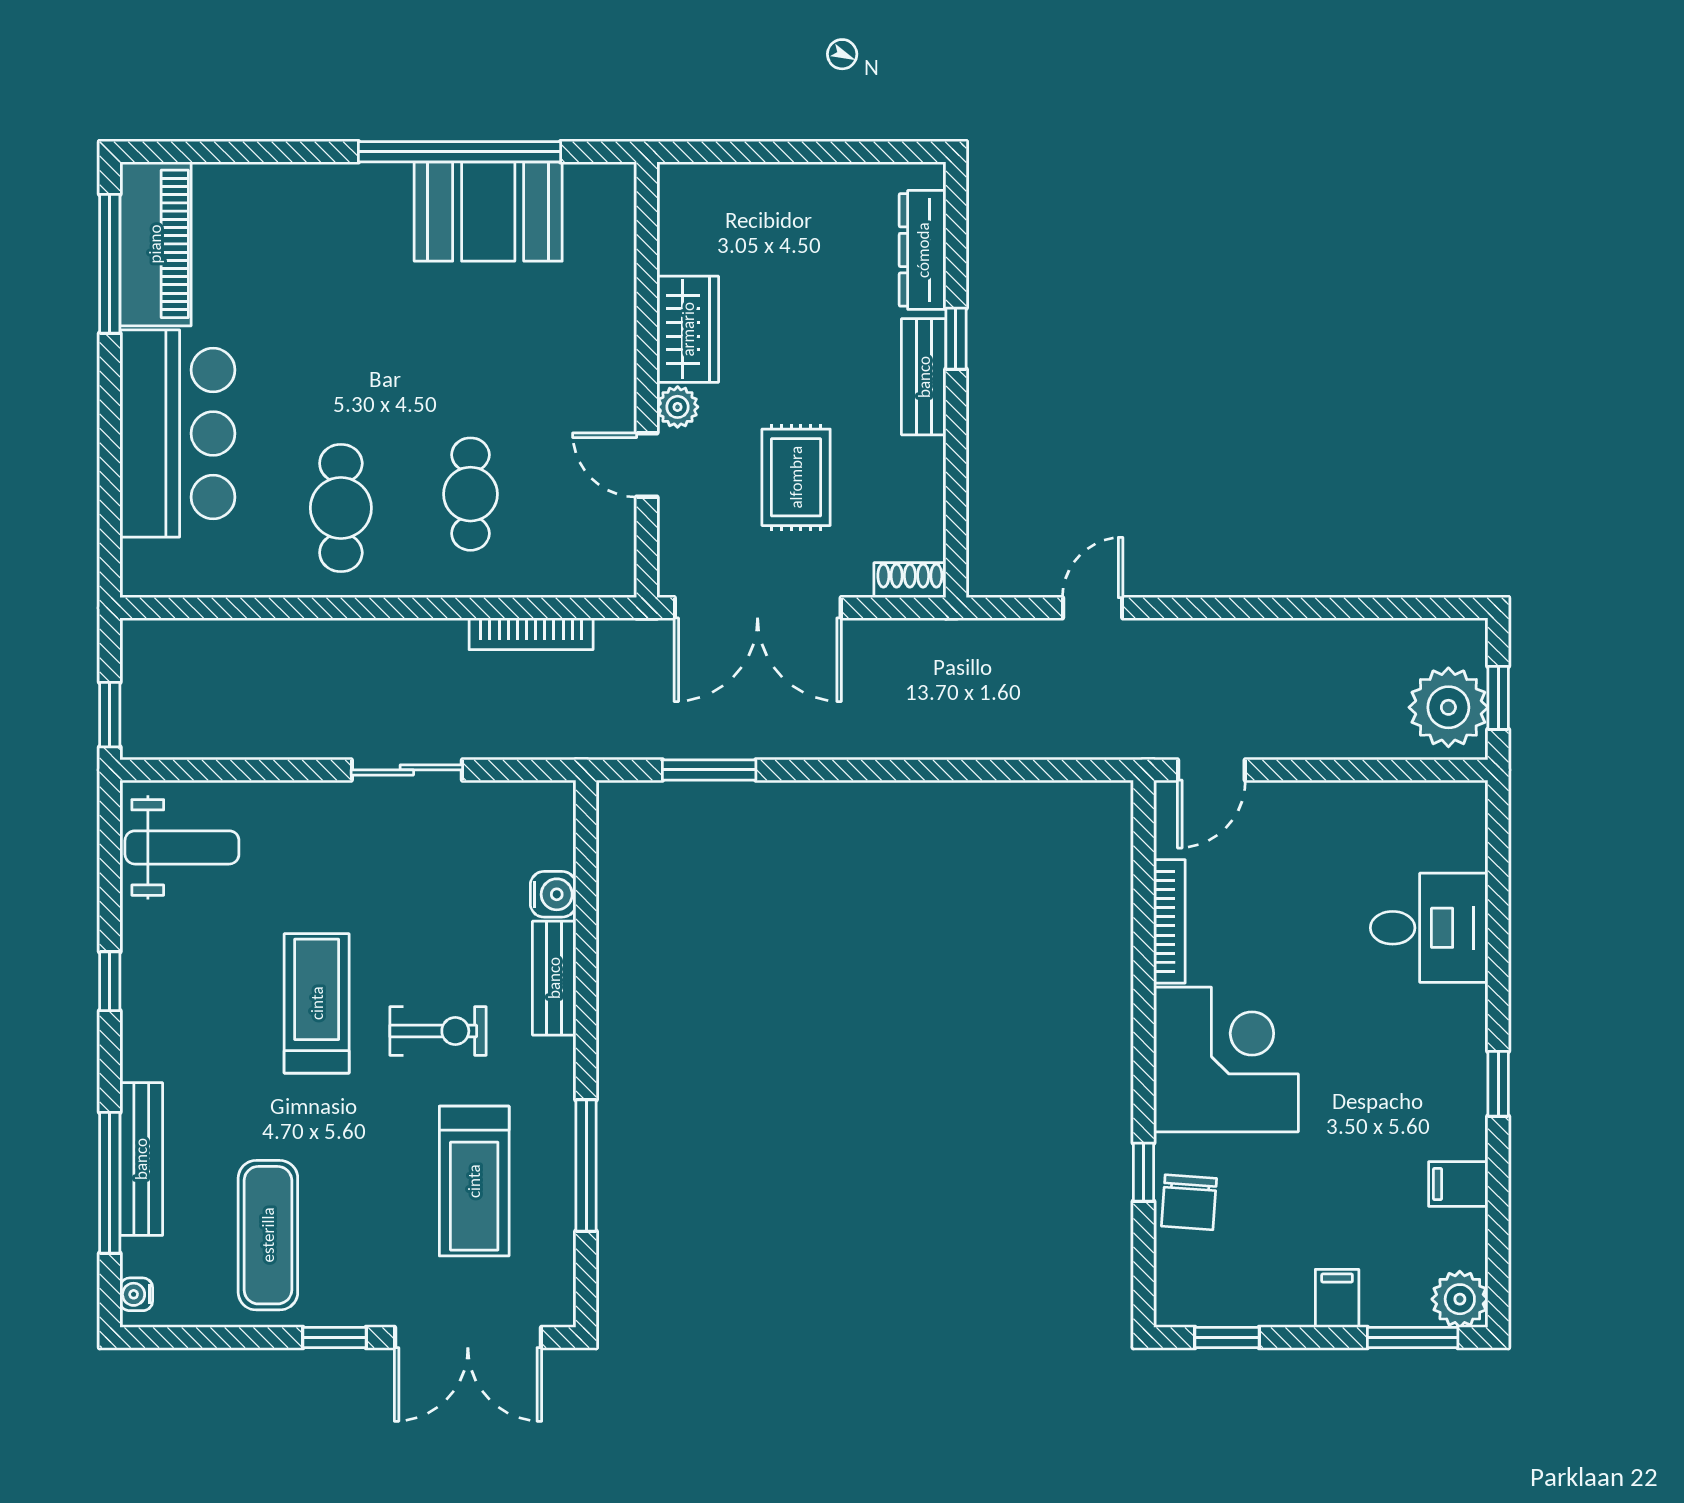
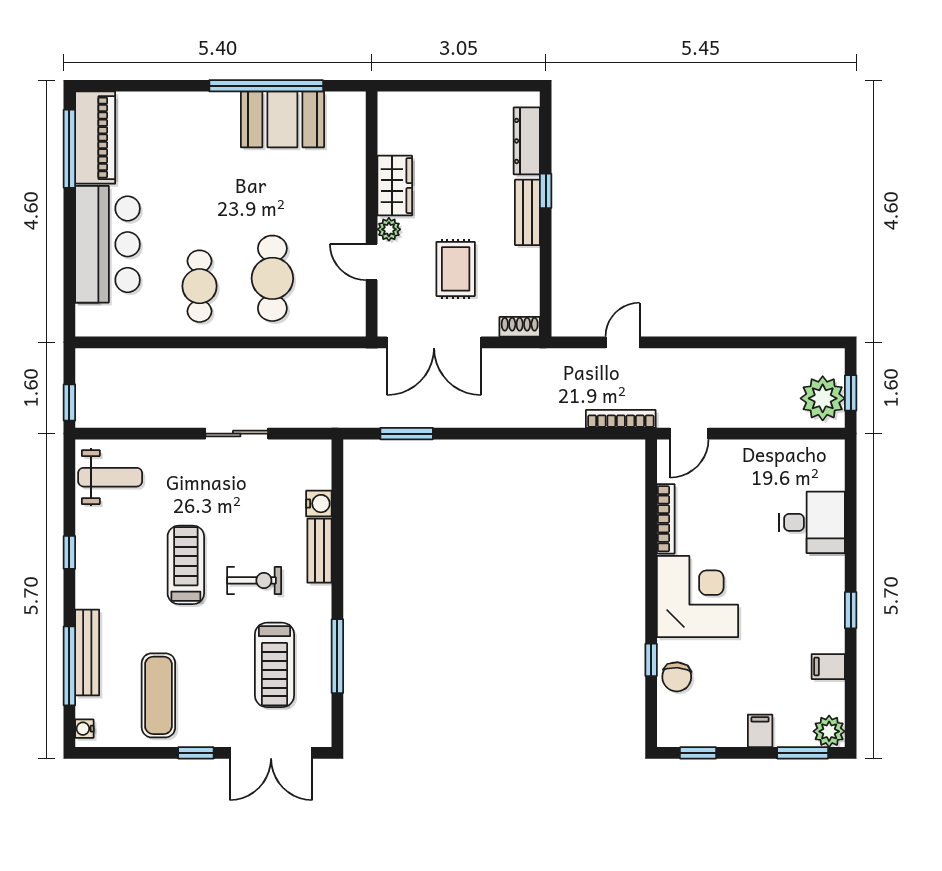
cafe table: (470, 494) -> (272, 278), width x1.37, depth x1.35
bookcase: (531, 634) -> (621, 419), moved, turned 180

